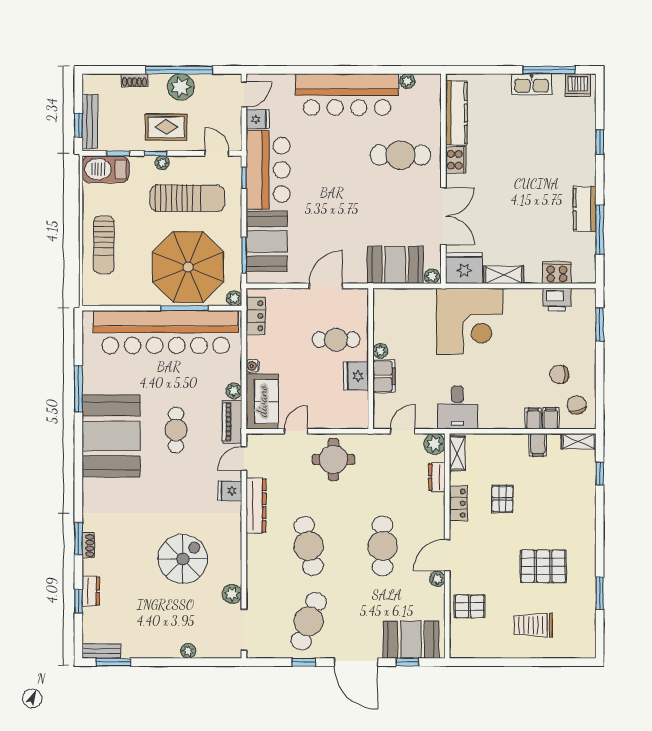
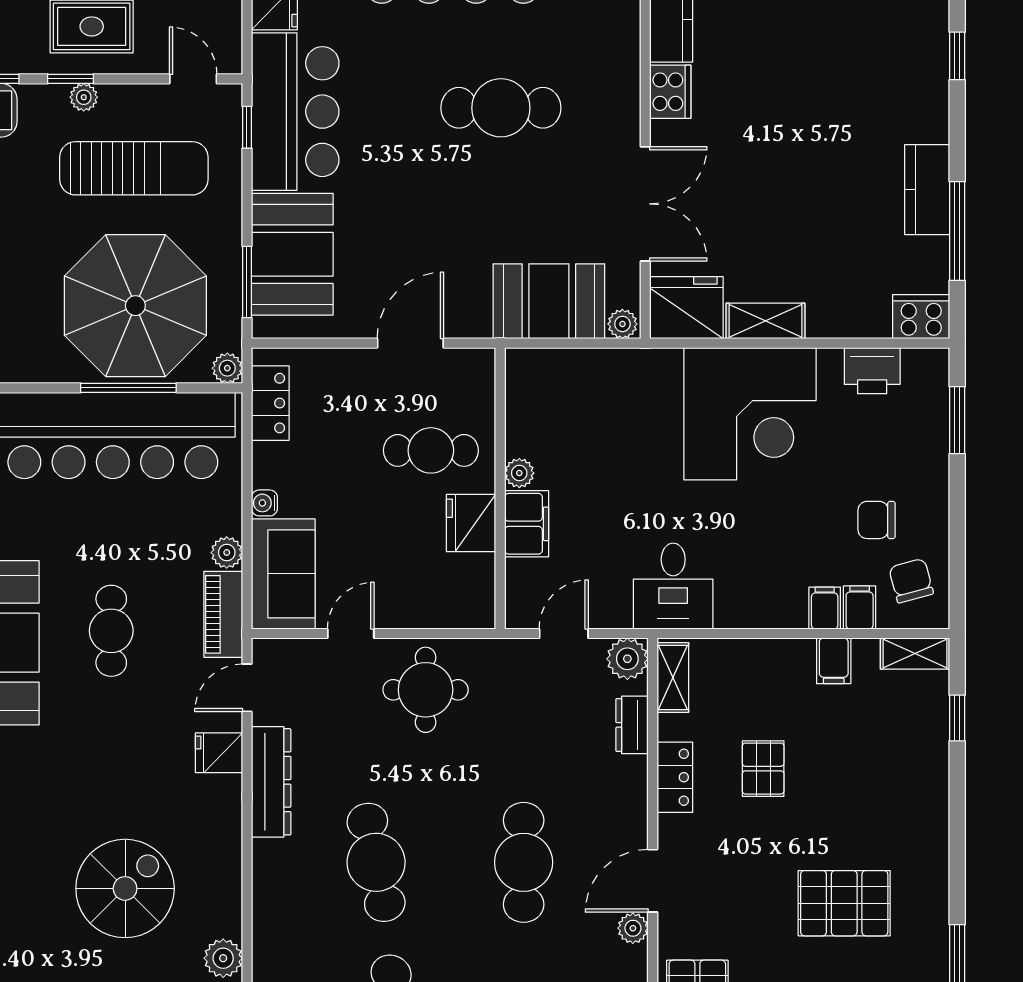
cafe table: (400, 155) -> (501, 108), moved
cooker: (557, 273) -> (921, 317), moved
corner desk: (470, 321) -> (750, 414), moved

